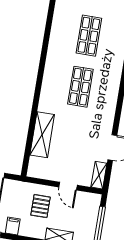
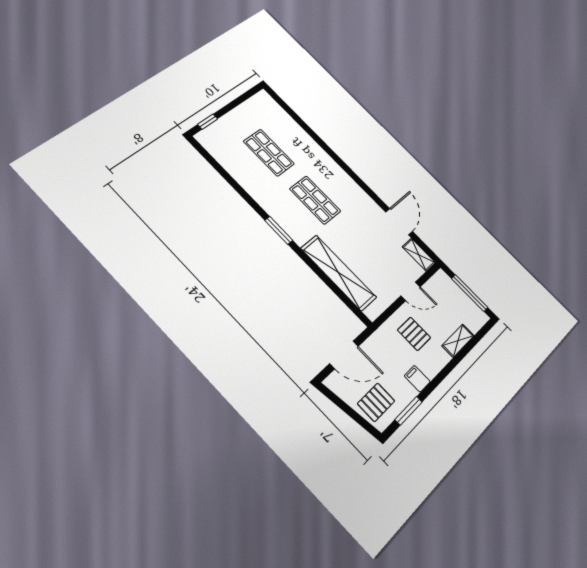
window: (39, 81) -> (279, 230), added
shelving: (42, 135) -> (339, 273), width x1.47

